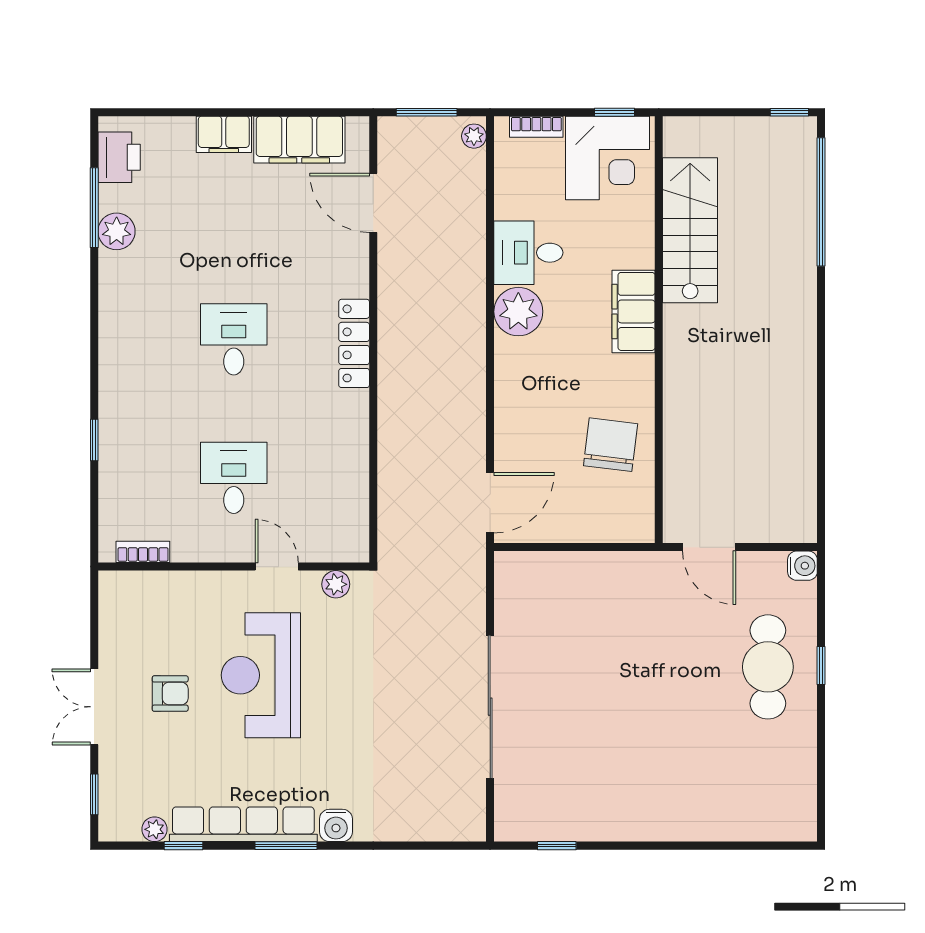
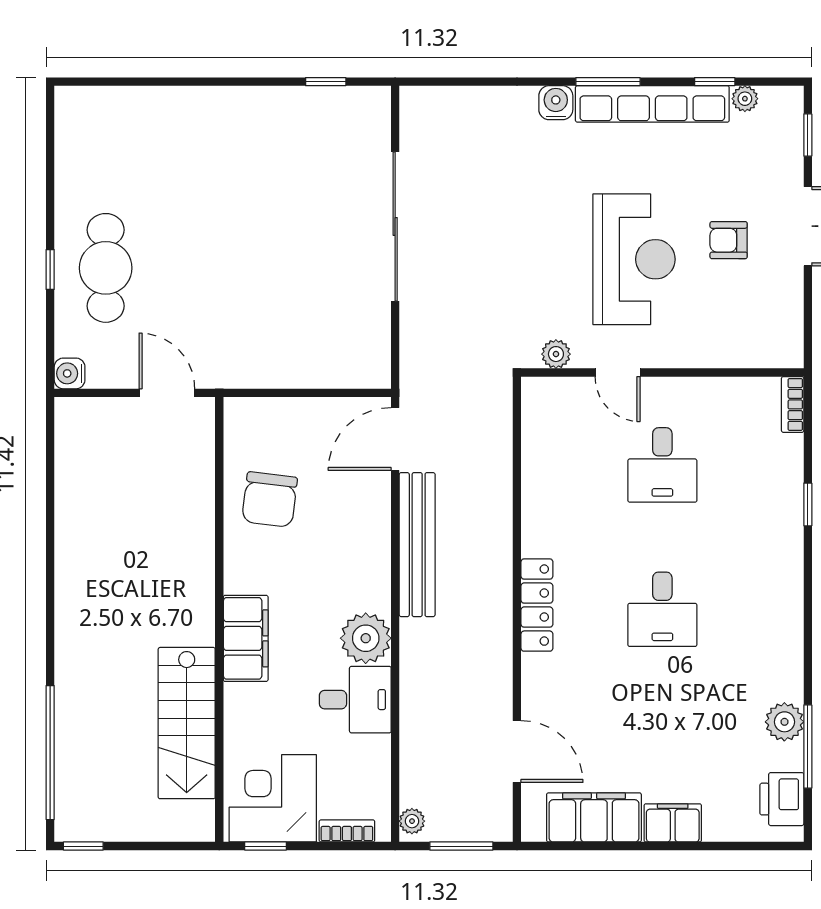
bench: (469, 401) -> (417, 545), added
bookcase: (143, 552) -> (793, 404), moved, turned 90

